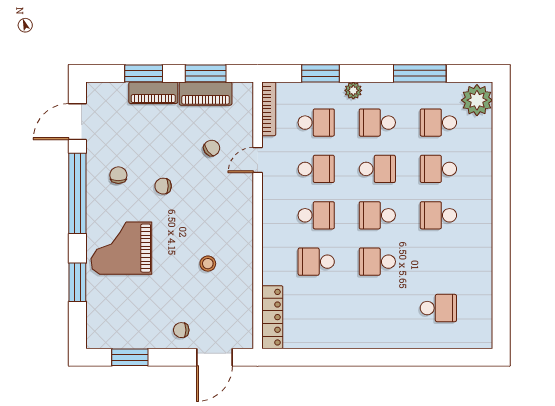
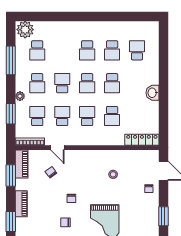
window: (144, 73) -> (11, 222), moved
piano: (206, 94) -> (22, 164), moved
school desk: (438, 169) -> (112, 50), moved
washbasin: (359, 337) -> (152, 93), added

